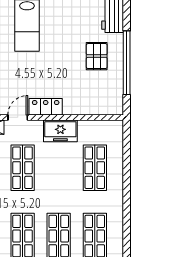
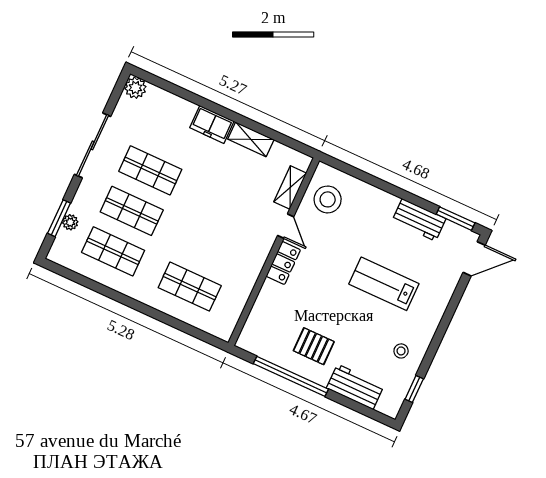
freezer: (60, 131) -> (249, 267), removed
shop shelf: (23, 168) -> (227, 206), removed

